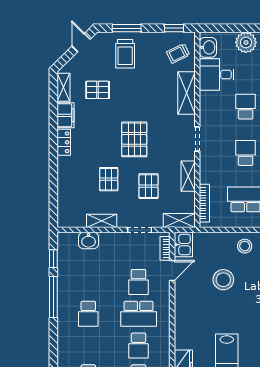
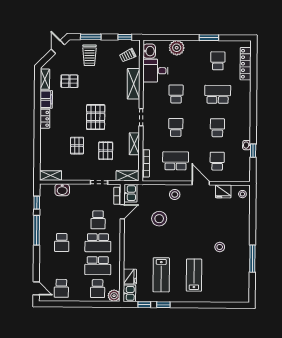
shelving: (102, 221) -> (50, 176), moved
school desk: (139, 346) -> (98, 266), width x1.85

